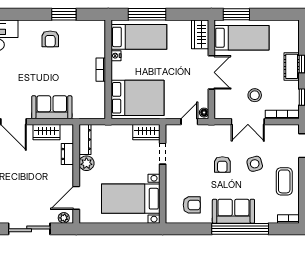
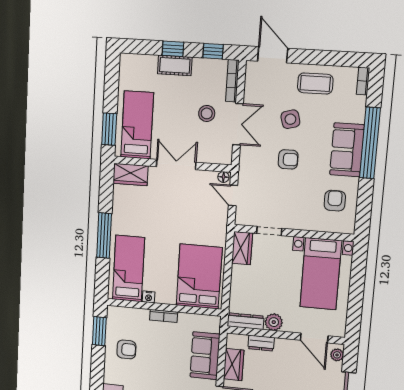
bed: (139, 37) -> (128, 268), moved
nightstand: (116, 56) -> (149, 297), moved
wall: (108, 69) -> (164, 307), moved
bookcase: (101, 70) -> (164, 316), moved
bed: (137, 98) -> (199, 276), moved

